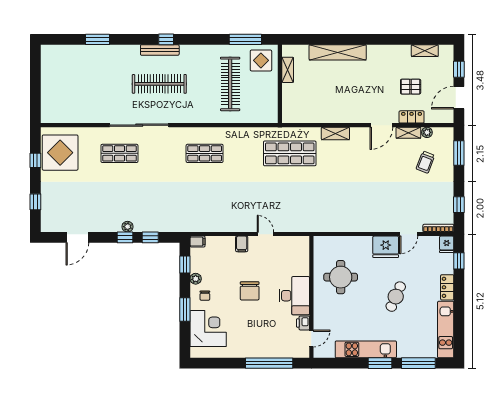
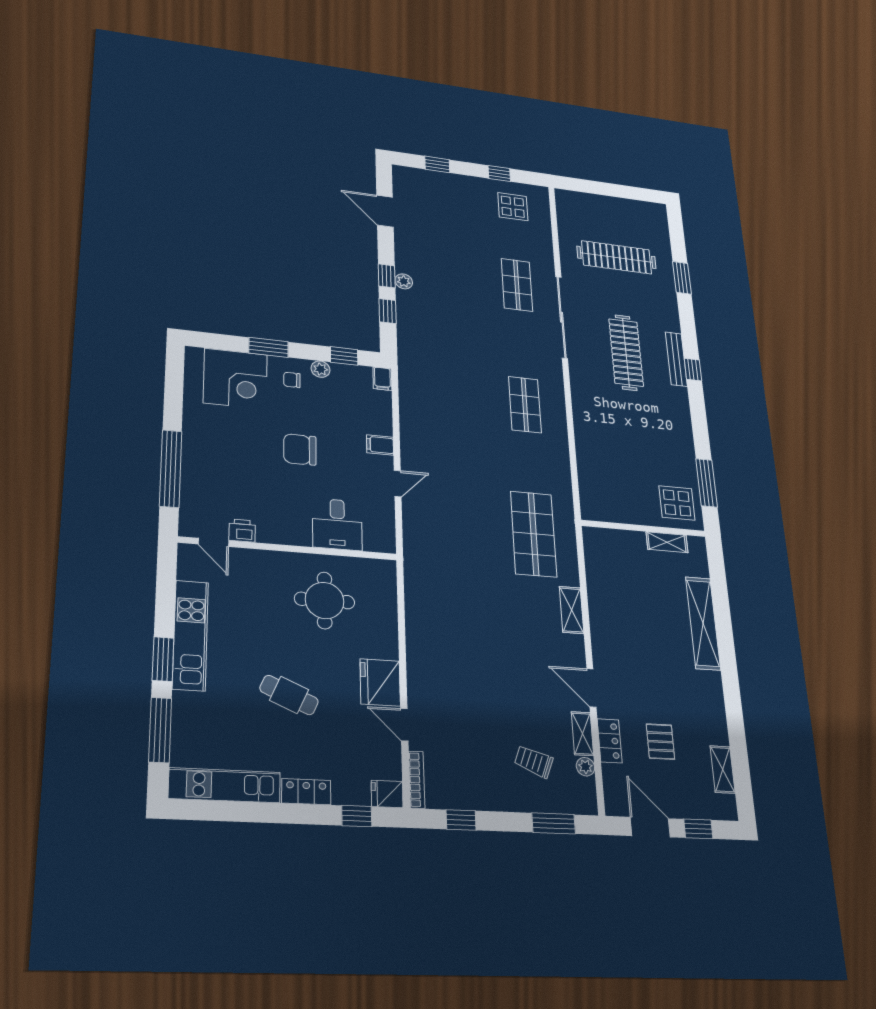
clothes rail: (230, 84) -> (617, 257), moved
display table: (60, 153) -> (513, 207), width x0.54, depth x0.54
desk: (294, 296) -> (337, 524), moved, width x0.73

